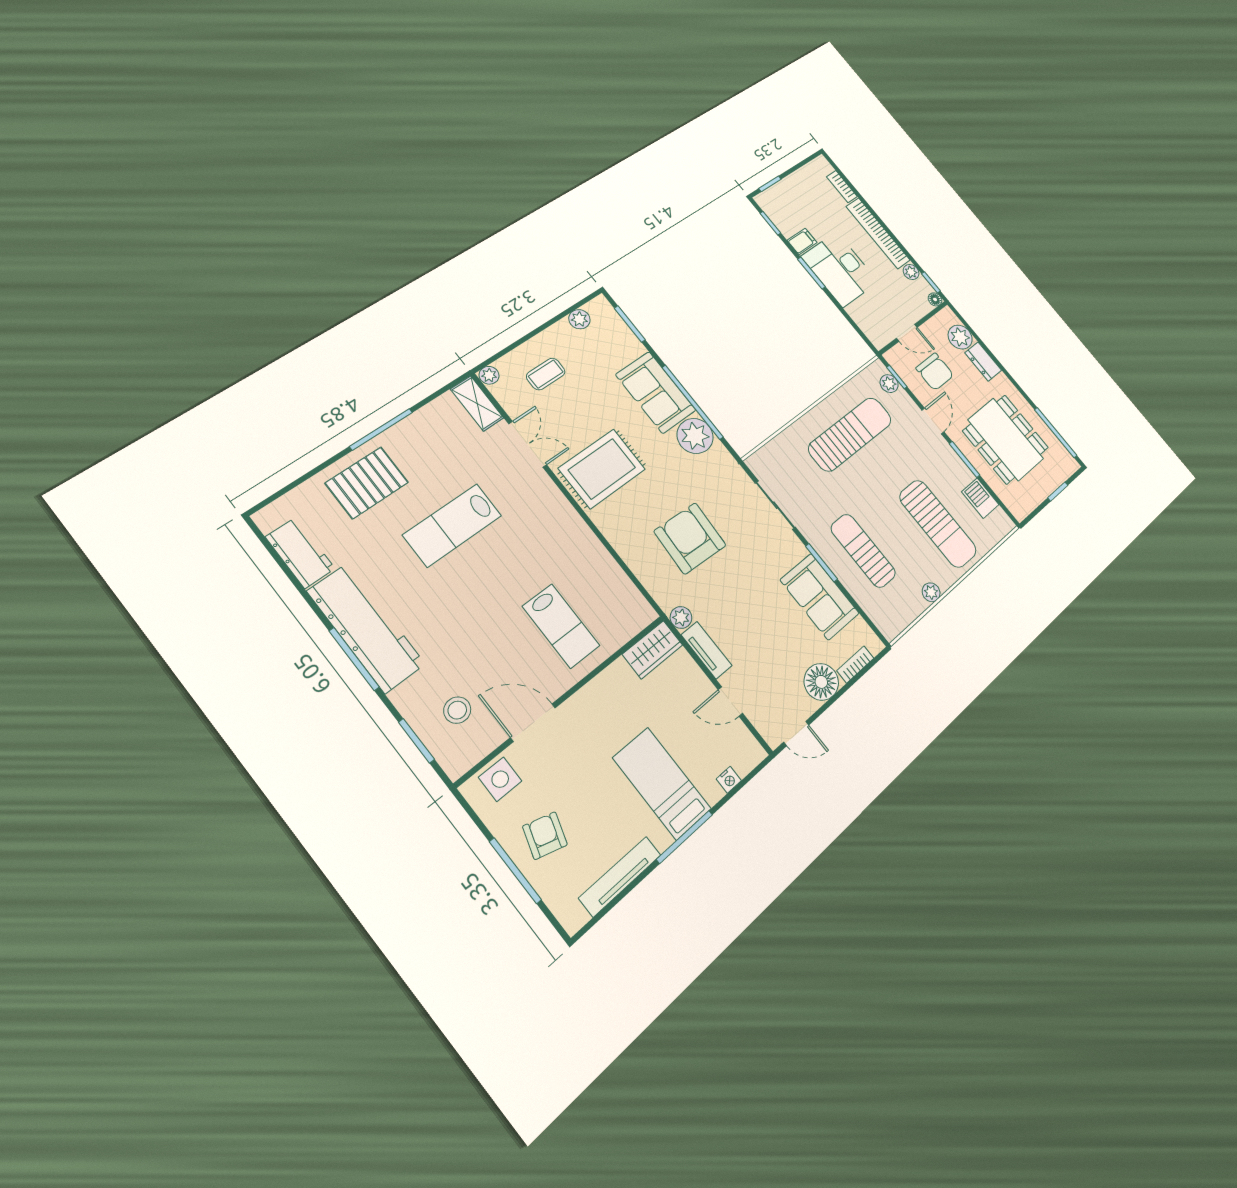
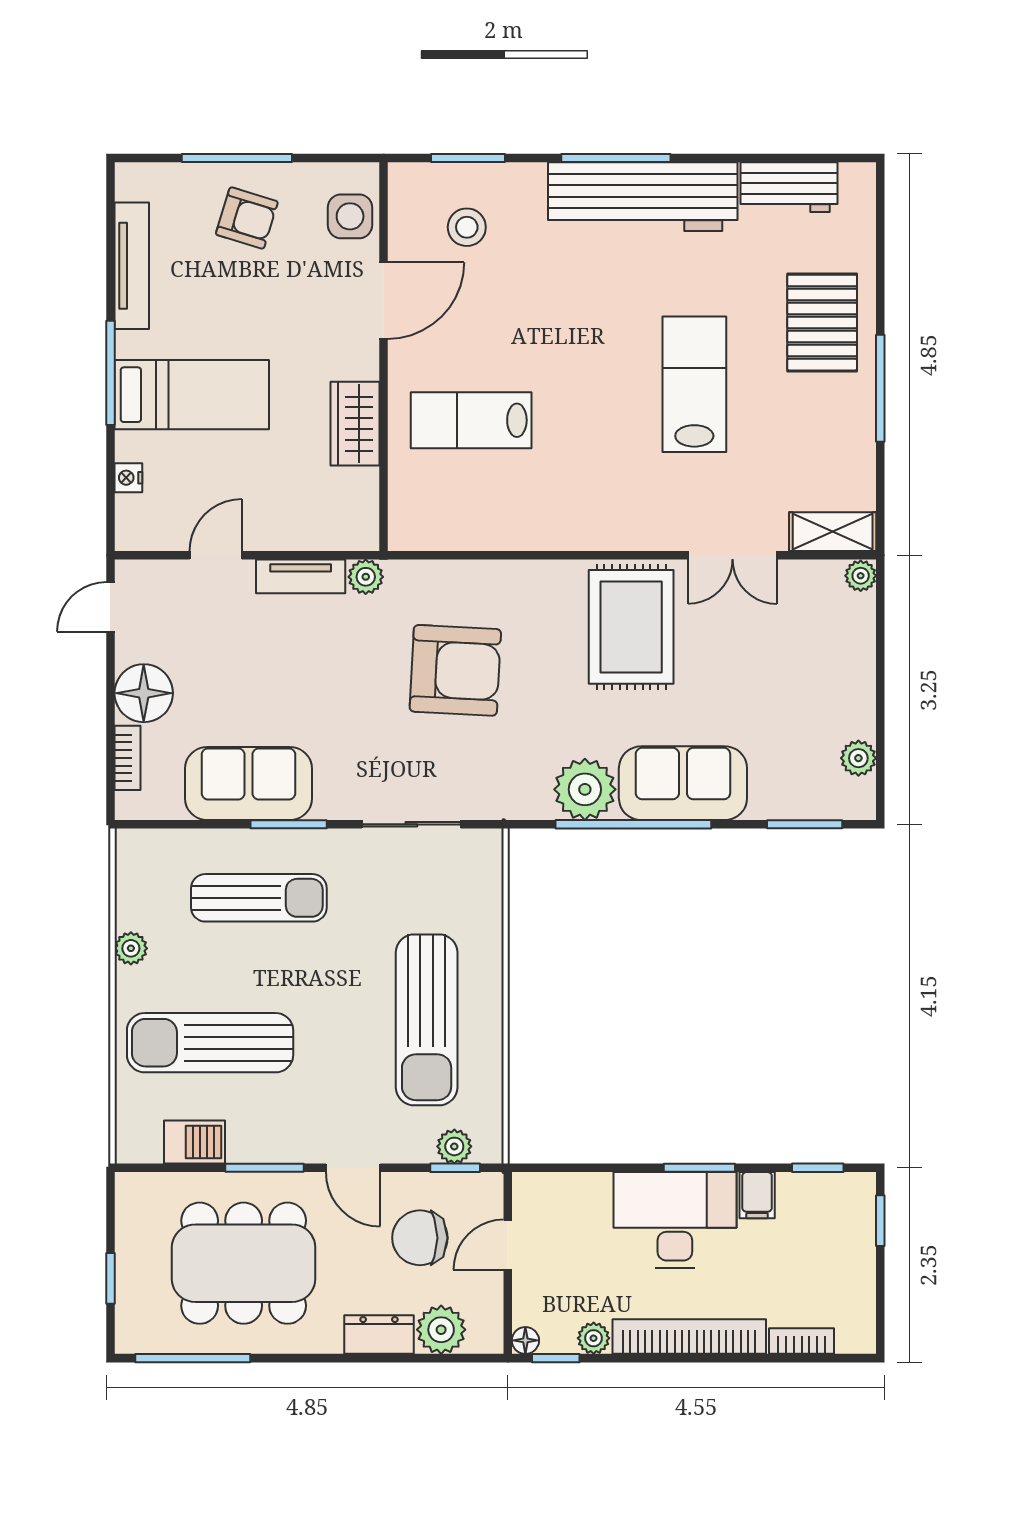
coffee table: (546, 374) -> (812, 652), removed
wardrobe: (652, 650) -> (355, 424), moved

